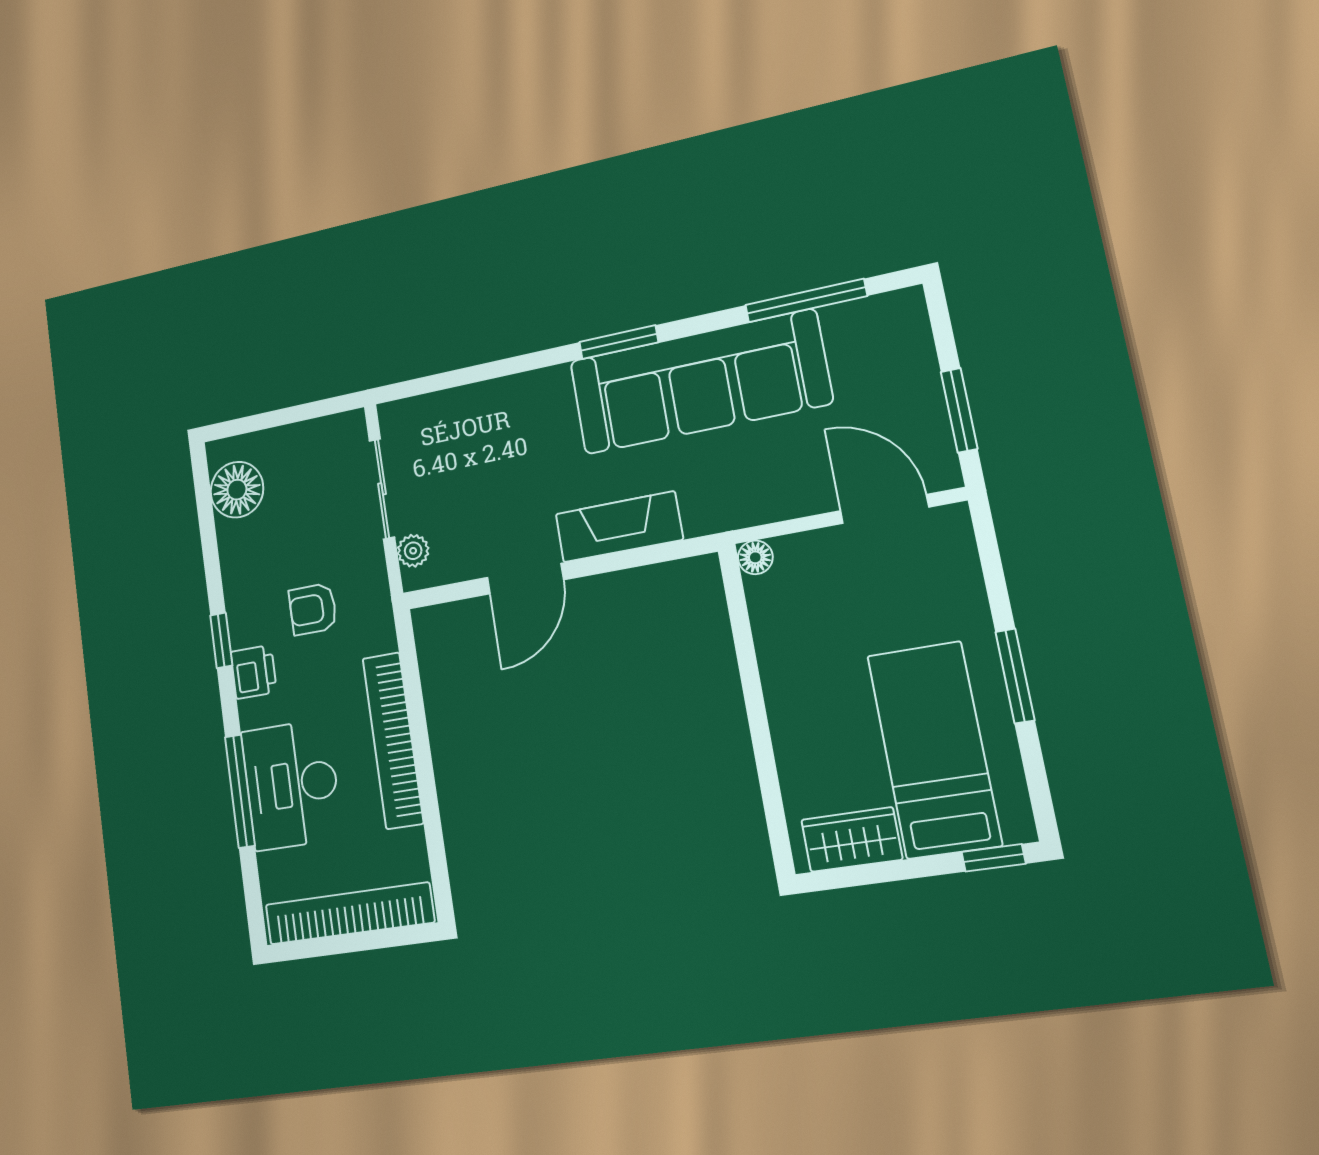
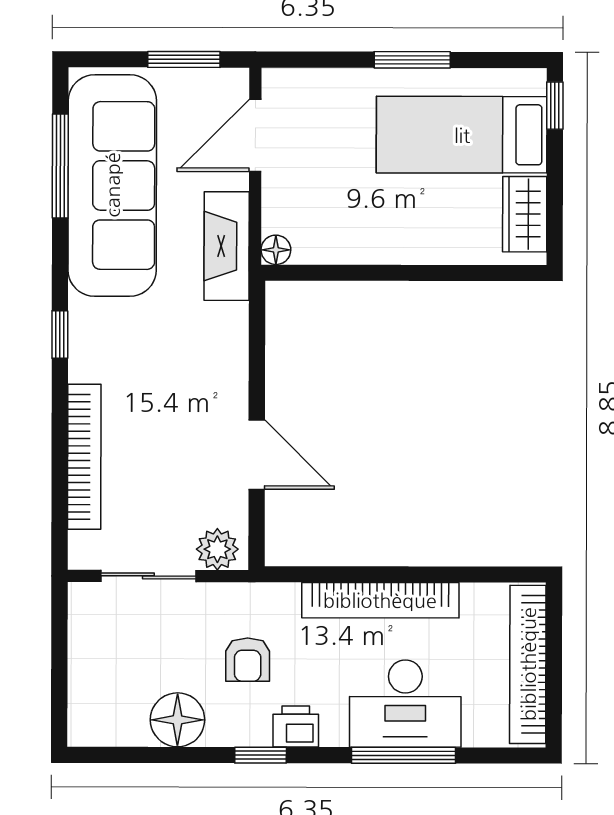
window: (619, 342) -> (60, 335), width x0.67
sofa: (699, 382) -> (112, 185), moved
bookcase: (494, 396) -> (84, 457), added
floor lamp: (237, 490) -> (177, 720), moved
fireplace: (619, 527) -> (227, 246), moved
plant: (413, 551) -> (217, 549), width x1.38, depth x1.38

